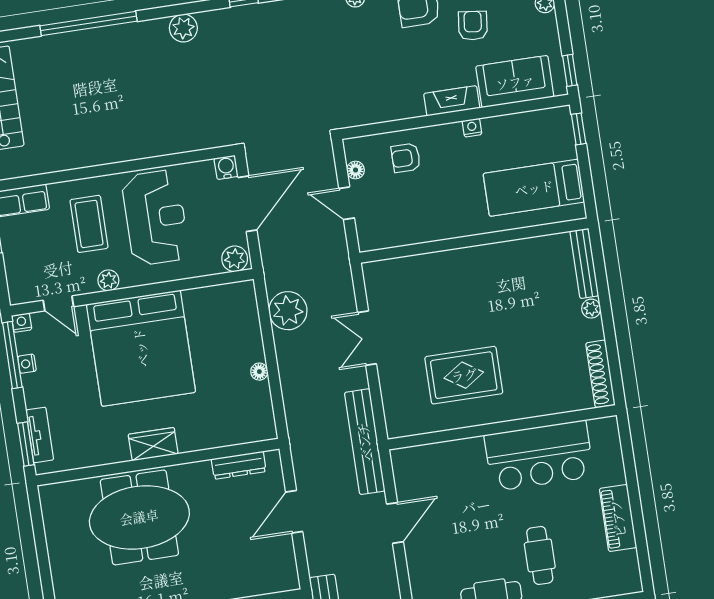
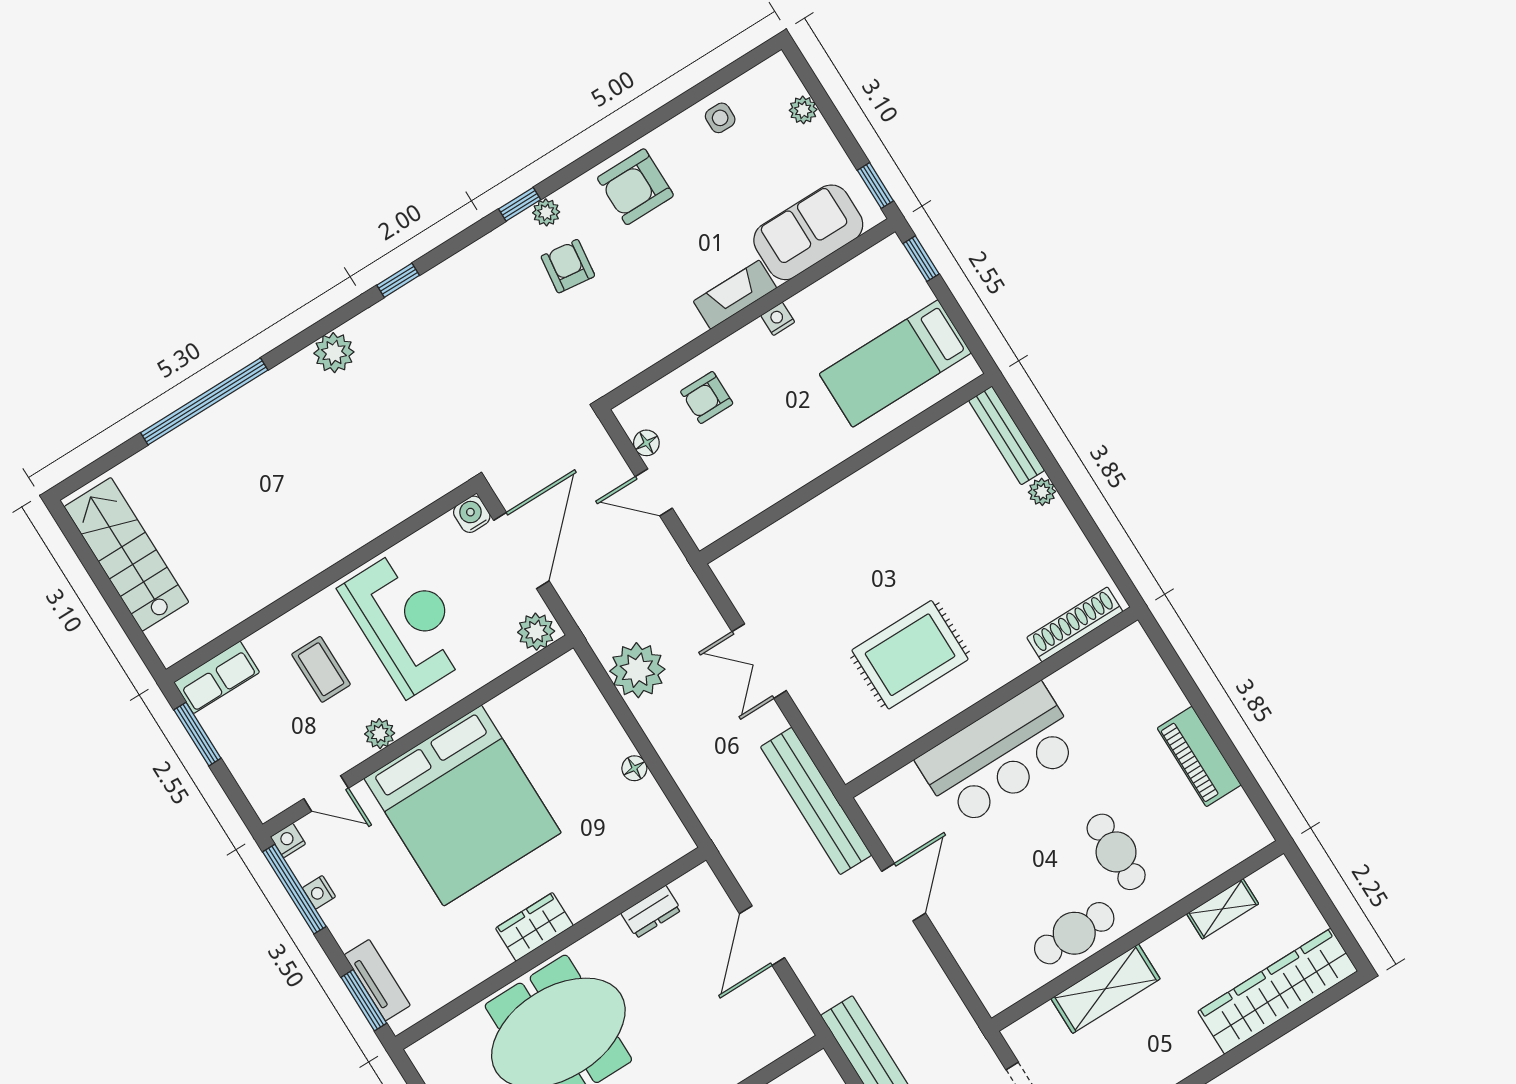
armchair: (473, 26) -> (568, 266), moved
coffee table: (89, 224) -> (321, 669), width x0.73, depth x0.77
shoe rack: (600, 374) -> (1075, 624), moved, turned 90
bar counter: (539, 456) -> (999, 755), moved
dresser: (239, 465) -> (651, 912), width x0.70

